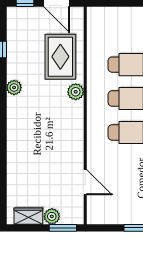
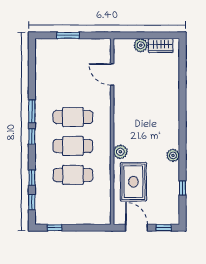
window: (63, 228) -> (131, 35), removed

